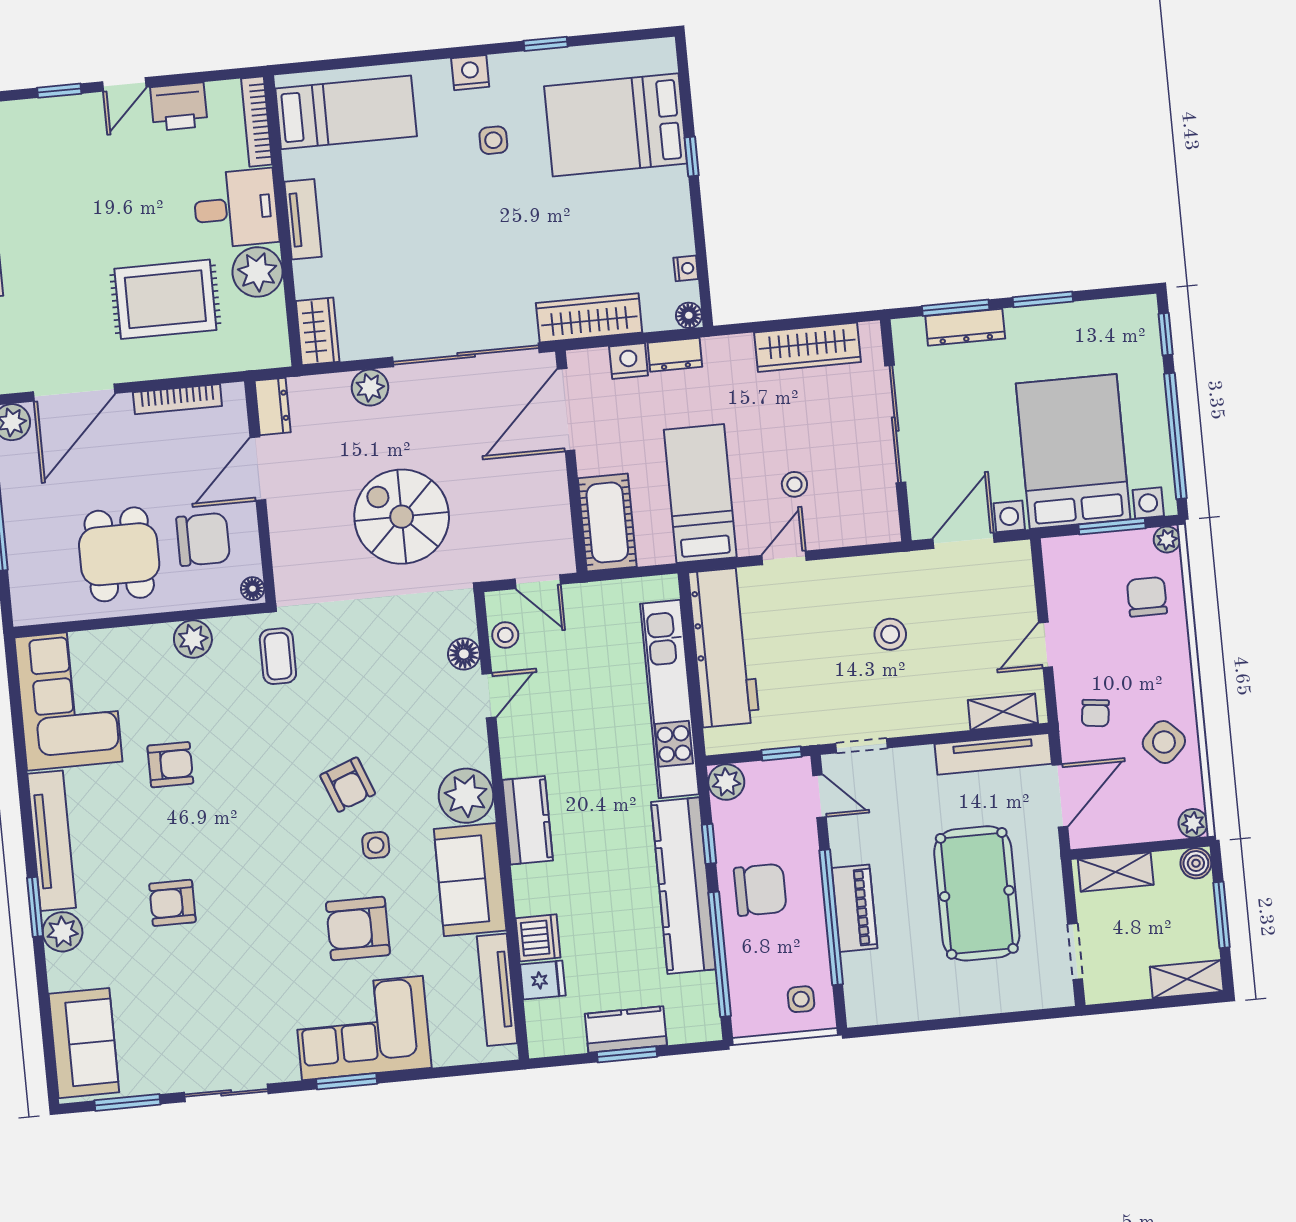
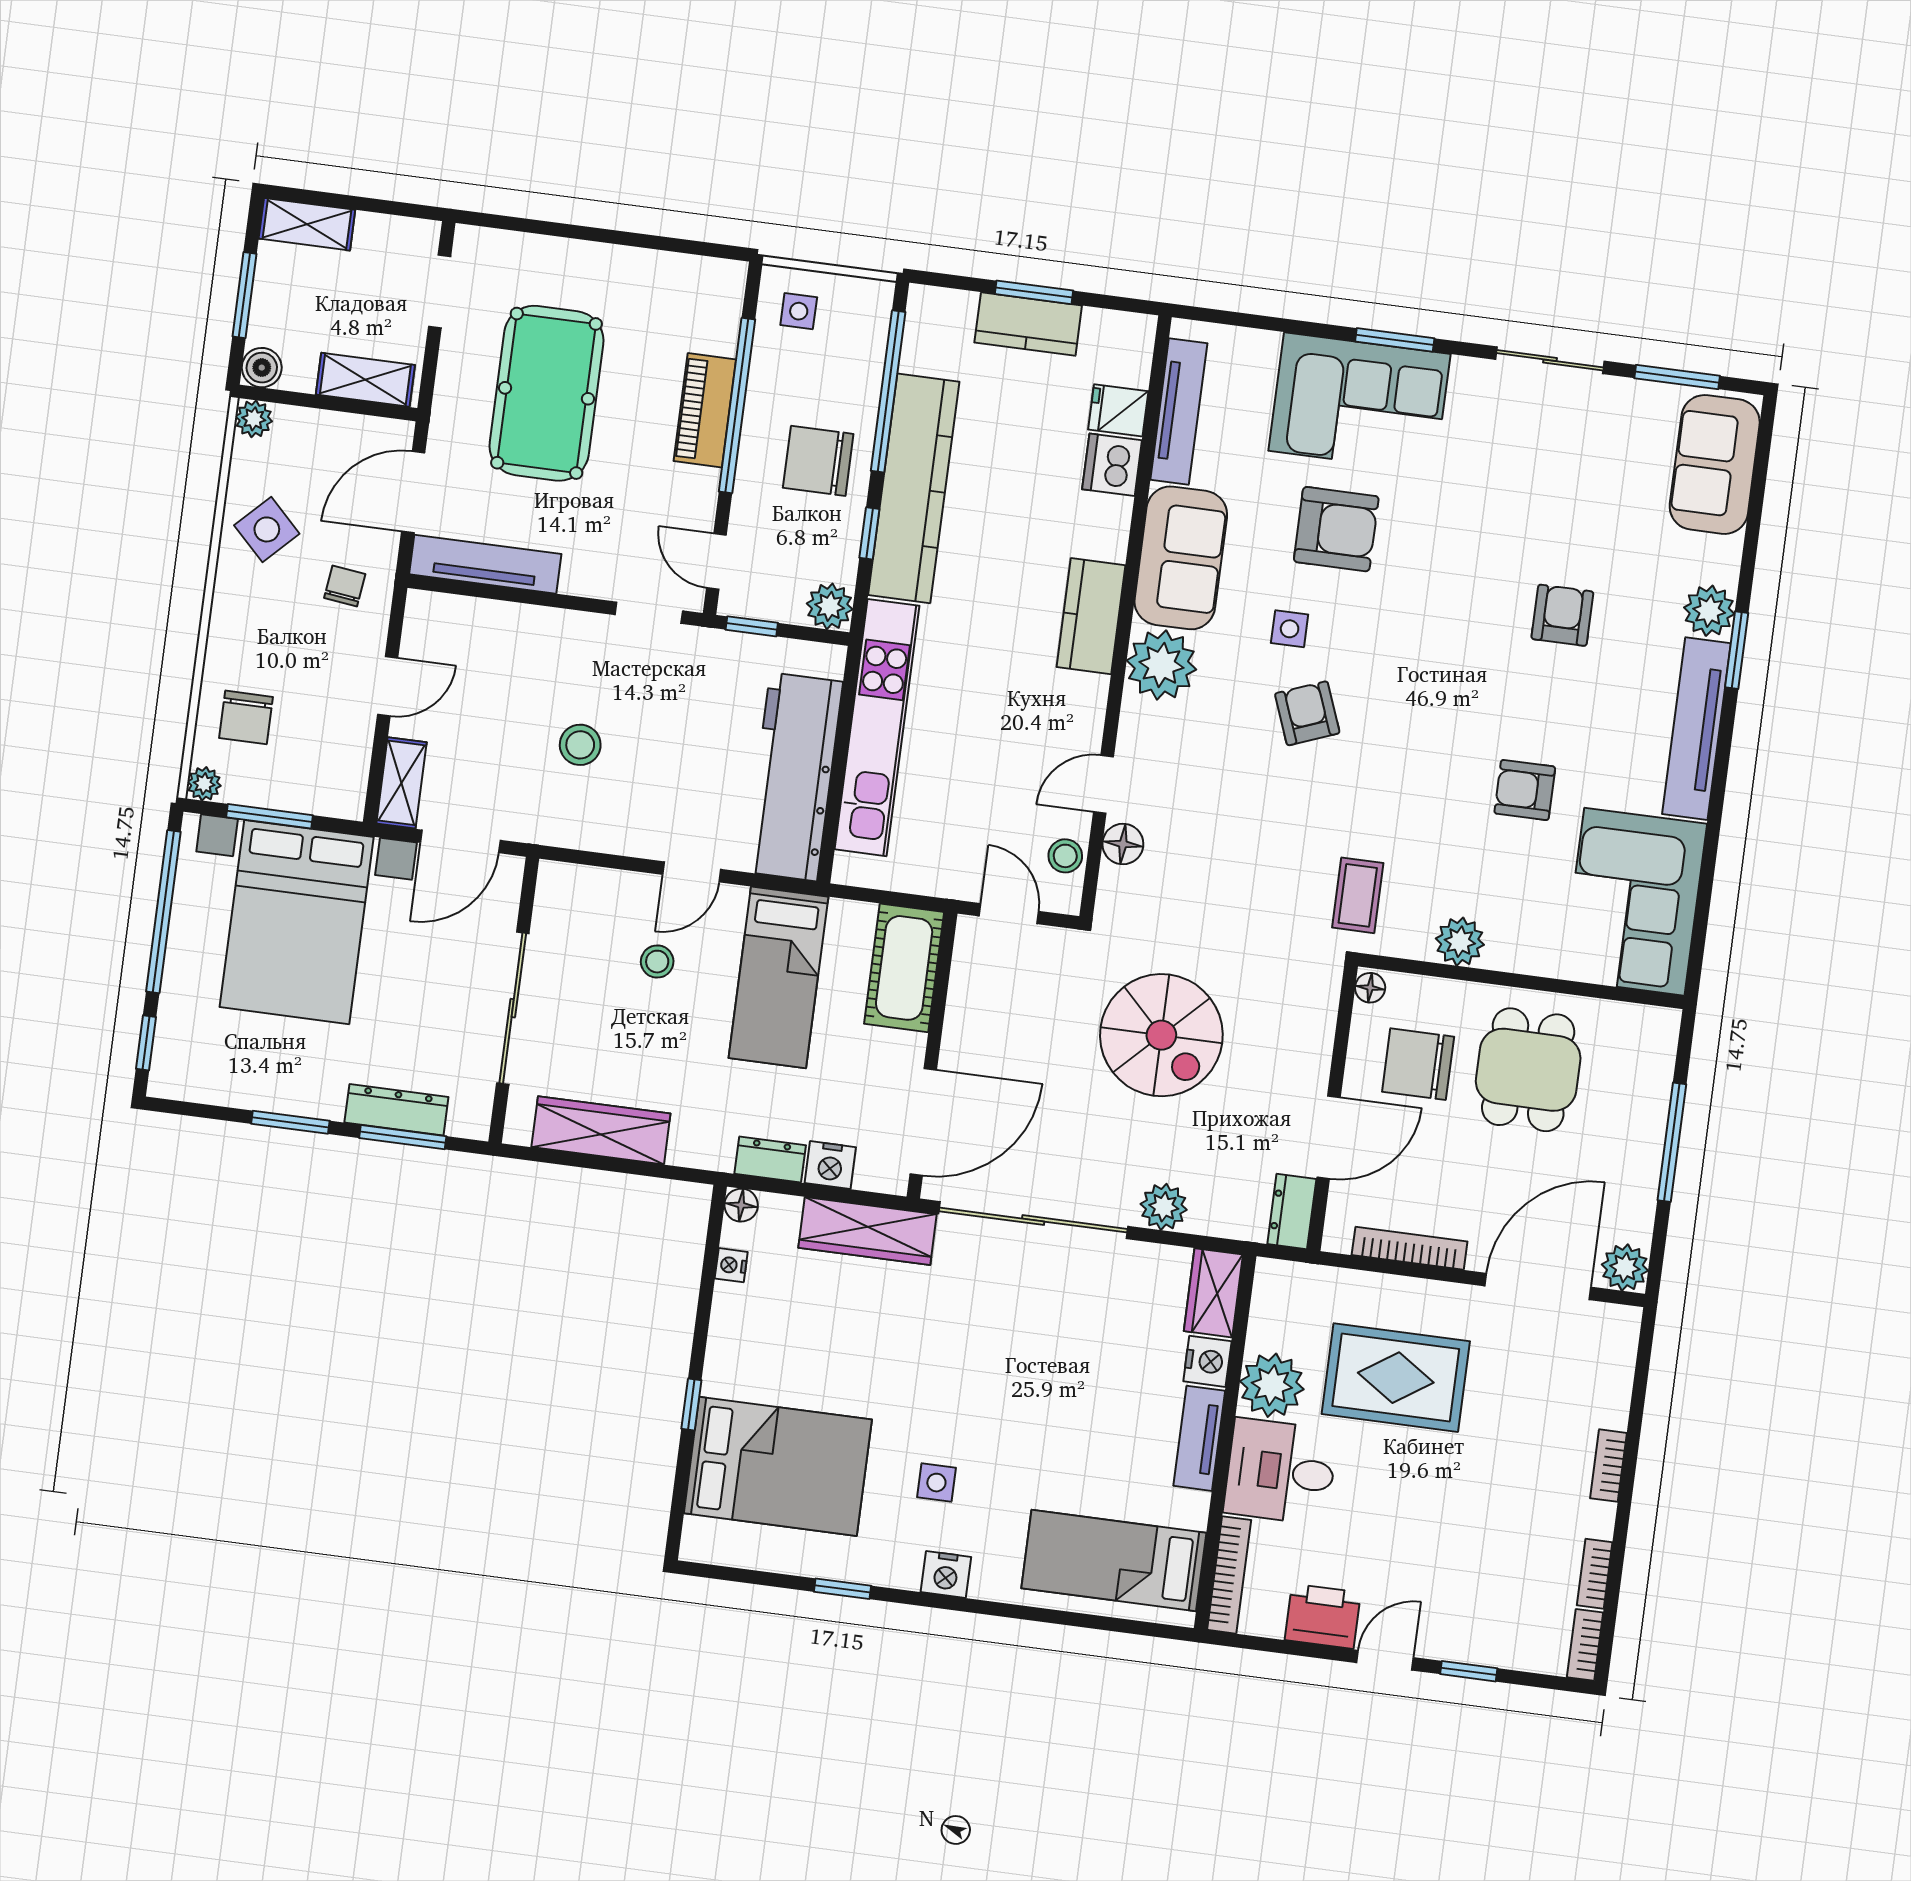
nightstand: (310, 279) -> (1207, 1361), added
shelving: (1003, 712) -> (402, 783), moved, turned 90
armchair: (172, 903) -> (1562, 615), turned -90

